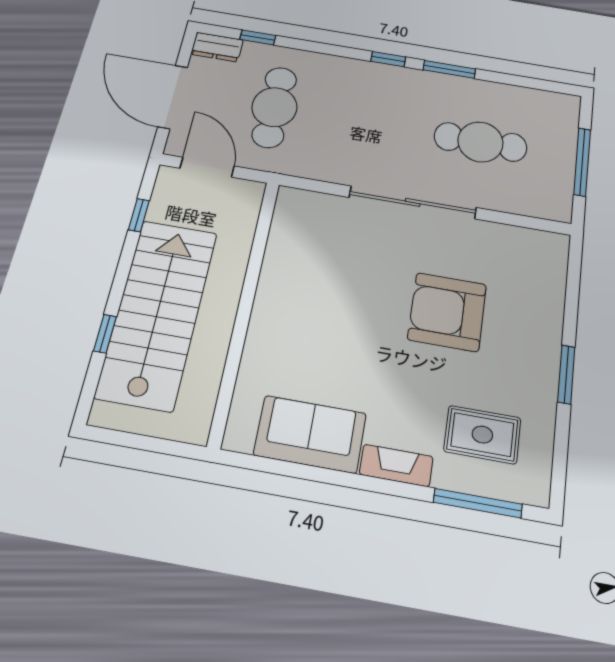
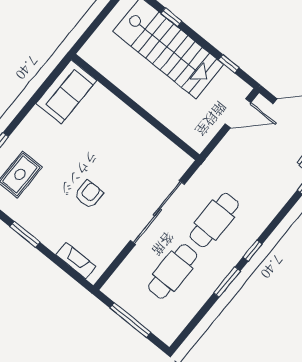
cafe table: (274, 107) -> (214, 220), moved, turned 90
wall: (245, 308) -> (136, 107), moved
armchair: (447, 312) -> (89, 194), width x0.53, depth x0.53
fireplace: (396, 465) -> (76, 261), moved, turned -90

